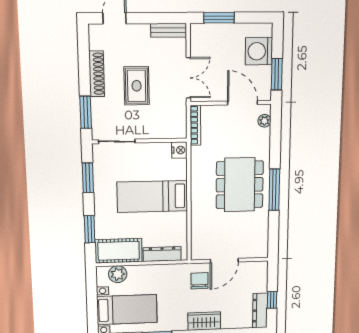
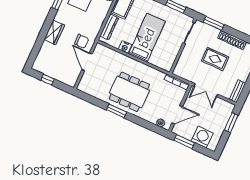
nightstand: (179, 150) -> (125, 47), moved
window: (274, 190) -> (116, 111), width x0.69
dresser: (260, 310) -> (44, 69), removed

